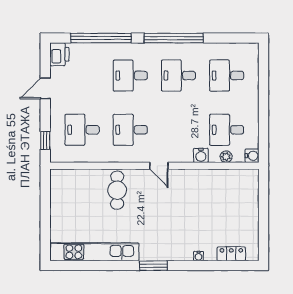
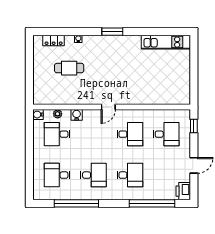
window: (174, 38) -> (76, 203), moved
desk: (227, 76) -> (57, 175), turned 180
desk: (227, 130) -> (57, 134), turned 180
door: (159, 166) -> (108, 107), swing flipped
cafe table: (117, 190) -> (69, 68), moved, turned 90
kitchen unit: (94, 252) -> (166, 42), width x0.73

